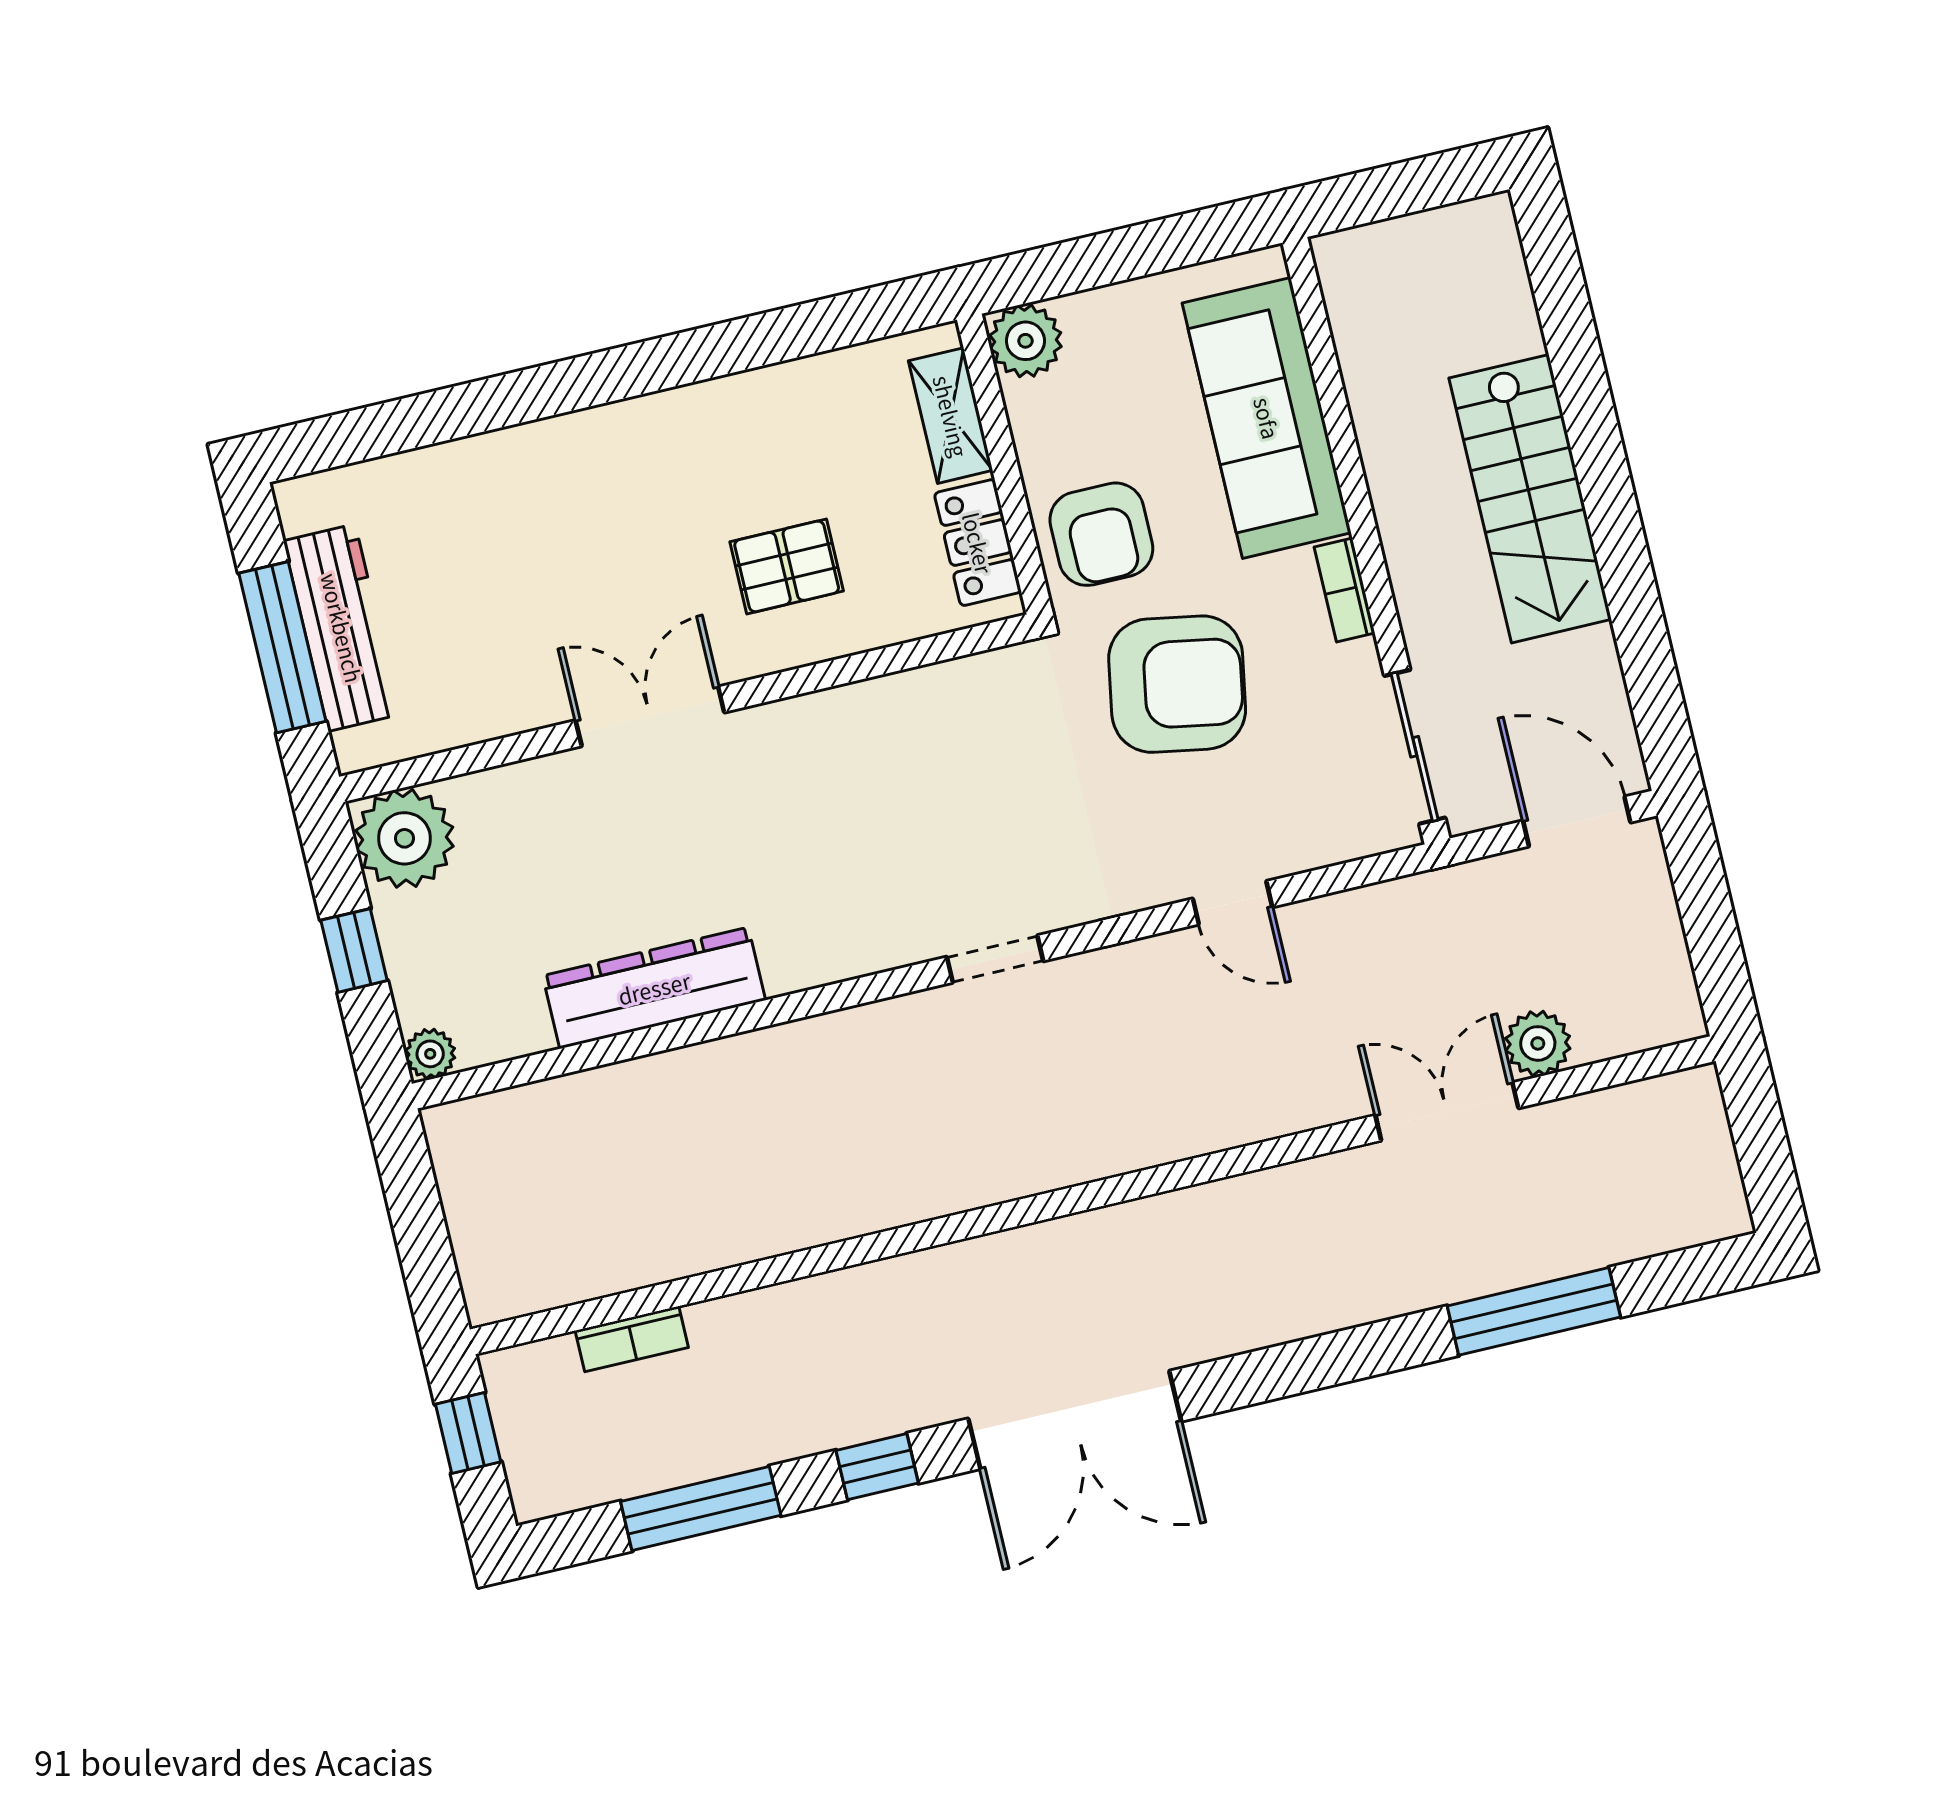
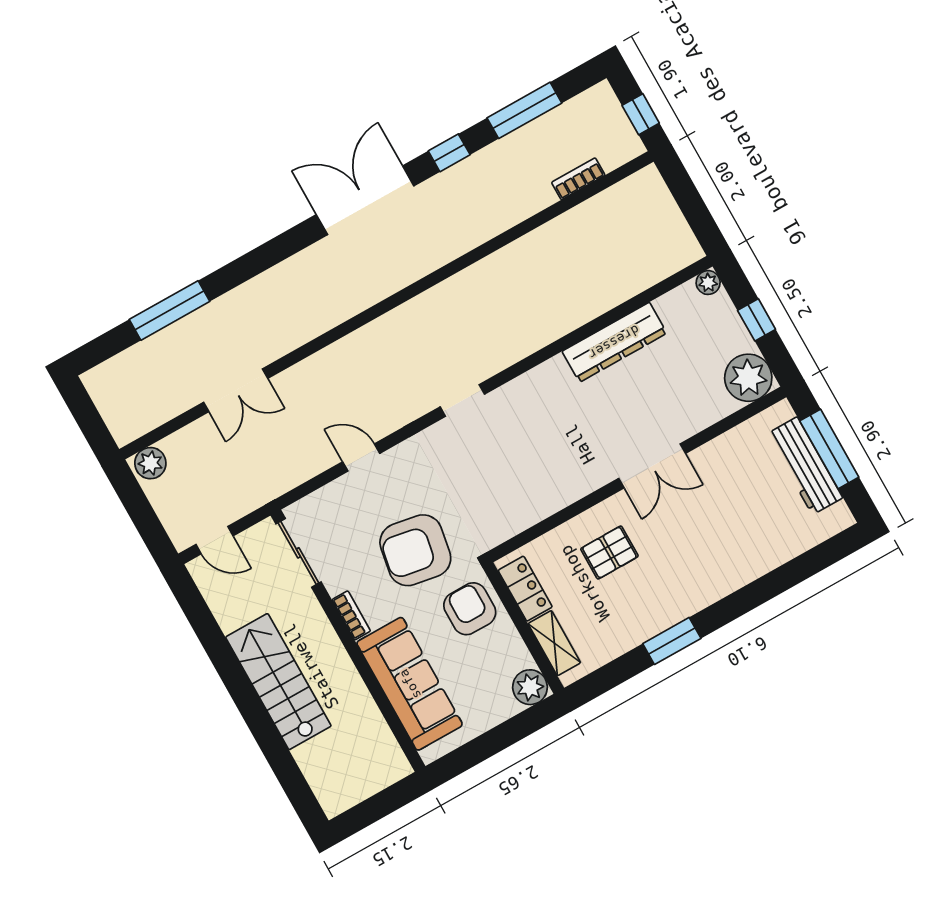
window: (712, 352) -> (672, 641), added
door: (1577, 821) -> (214, 540), width x0.73
plant: (1538, 1043) -> (150, 463), moved

